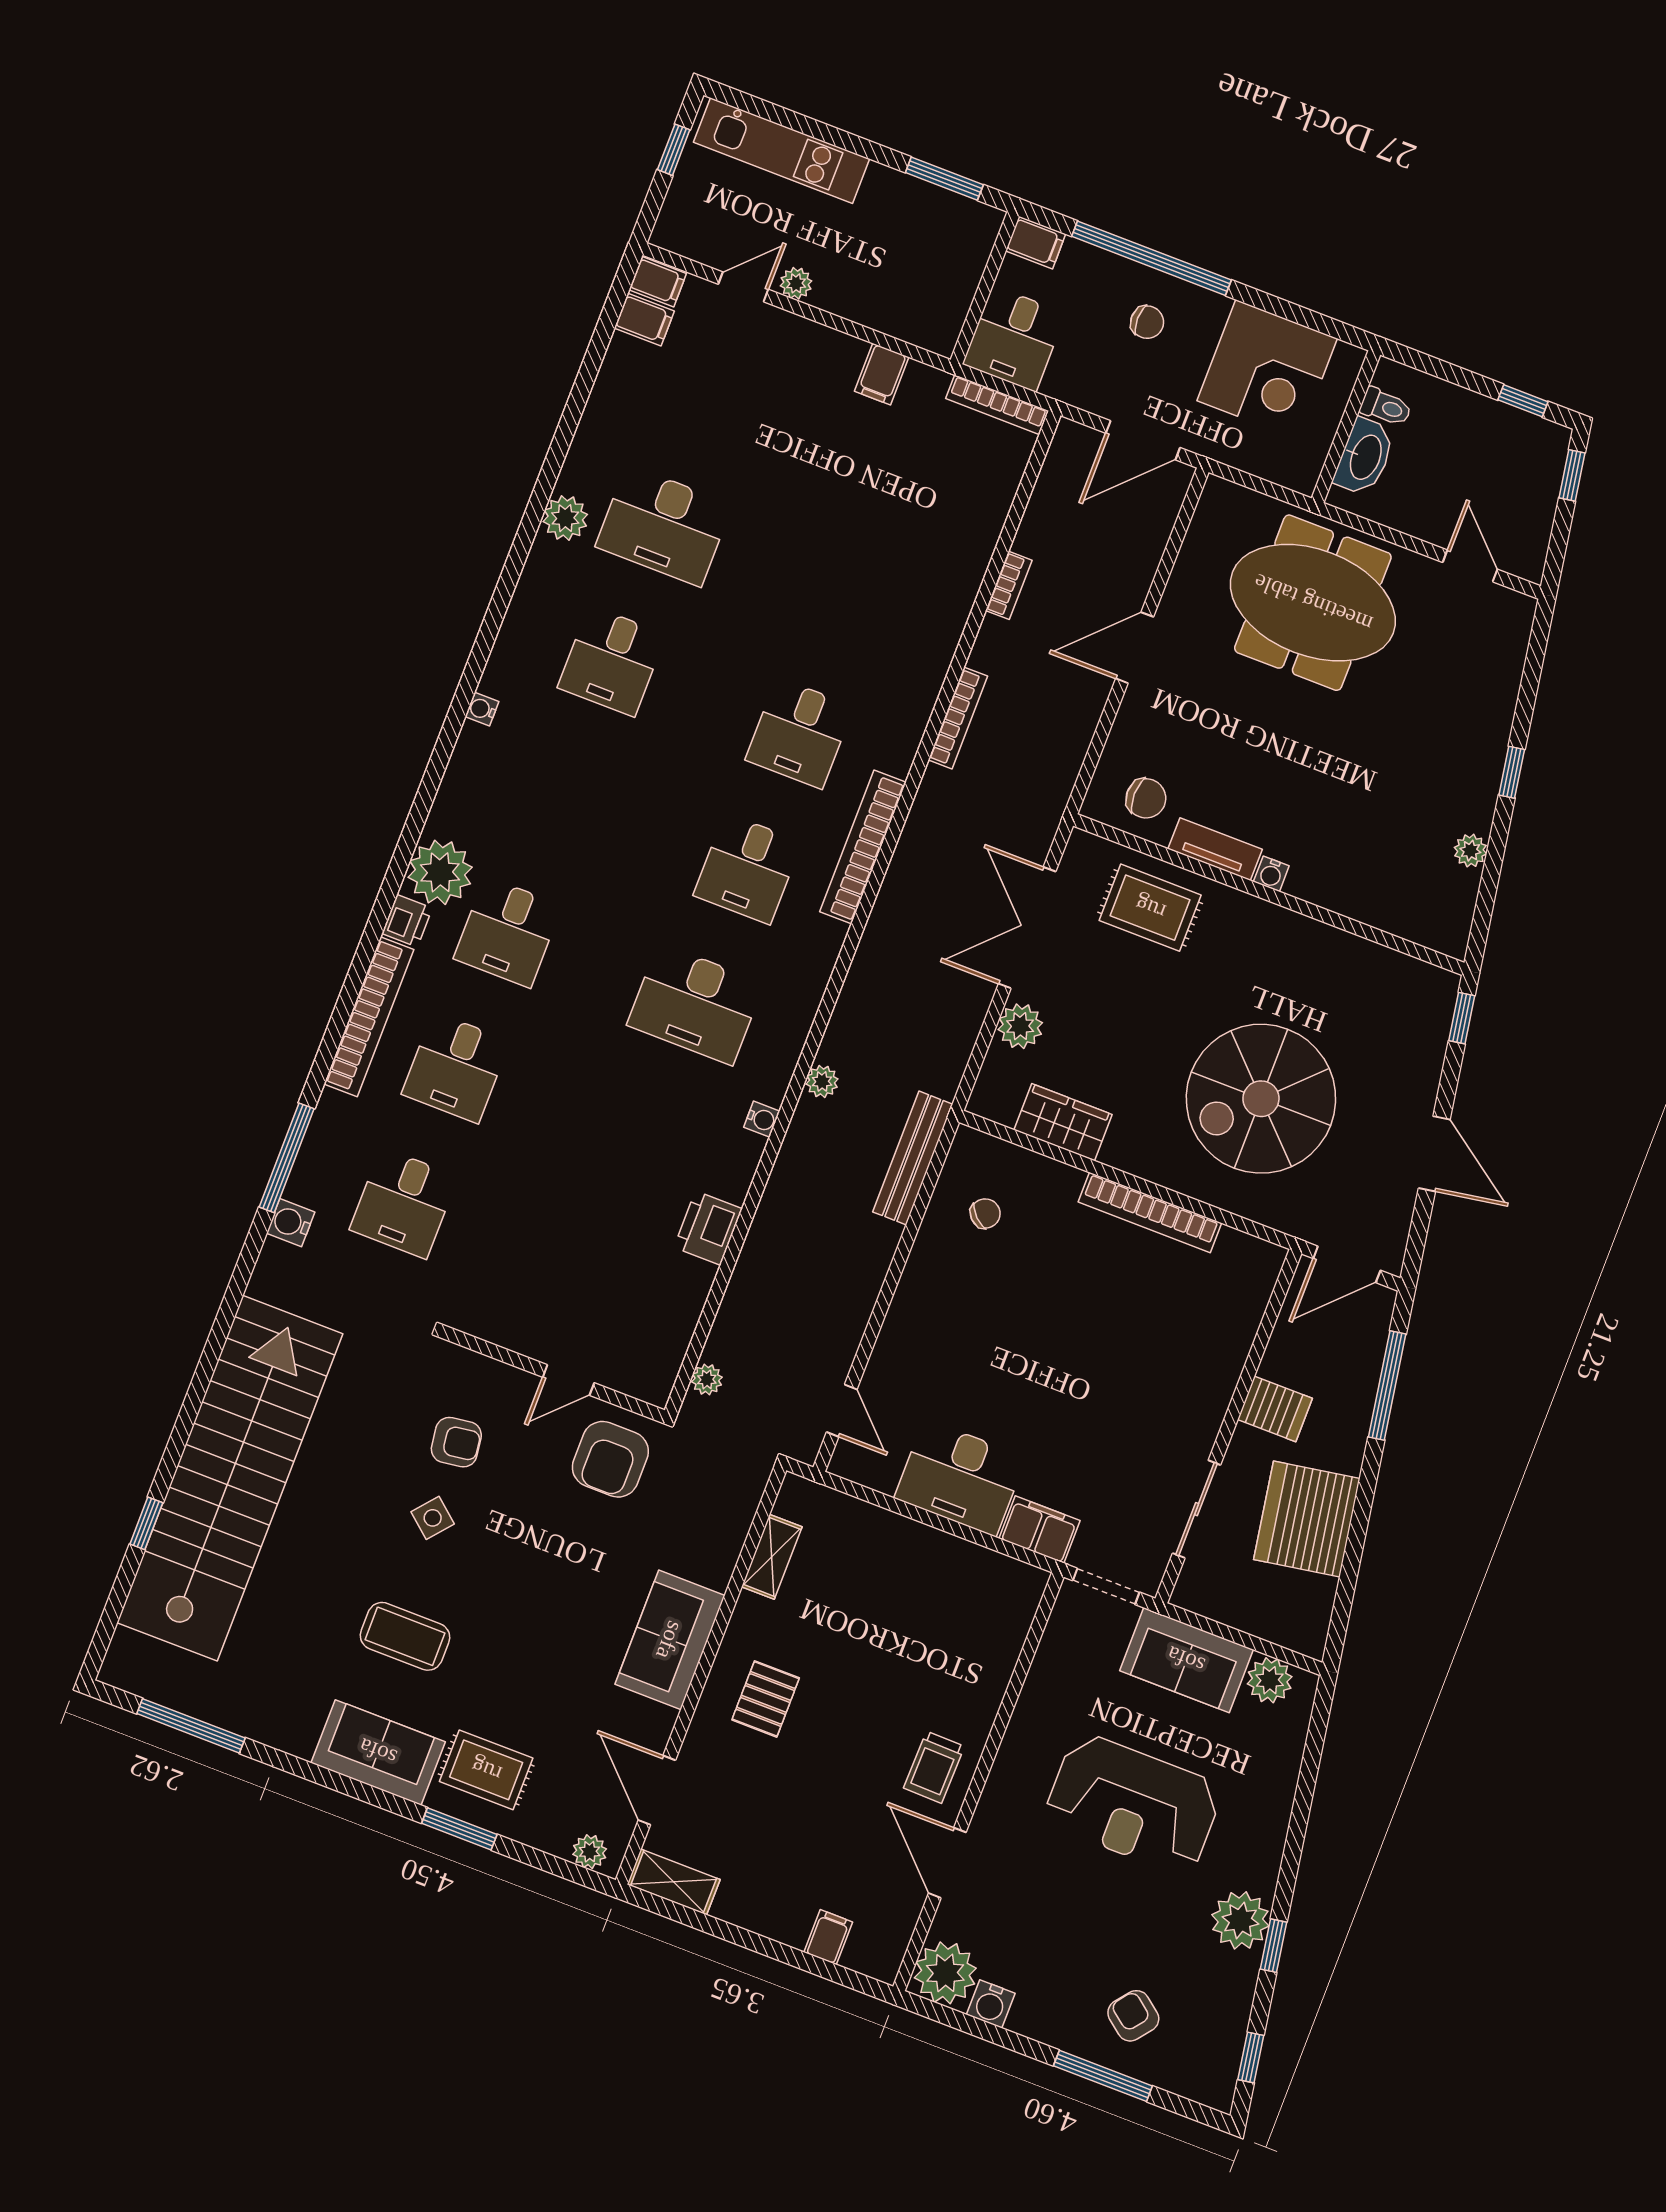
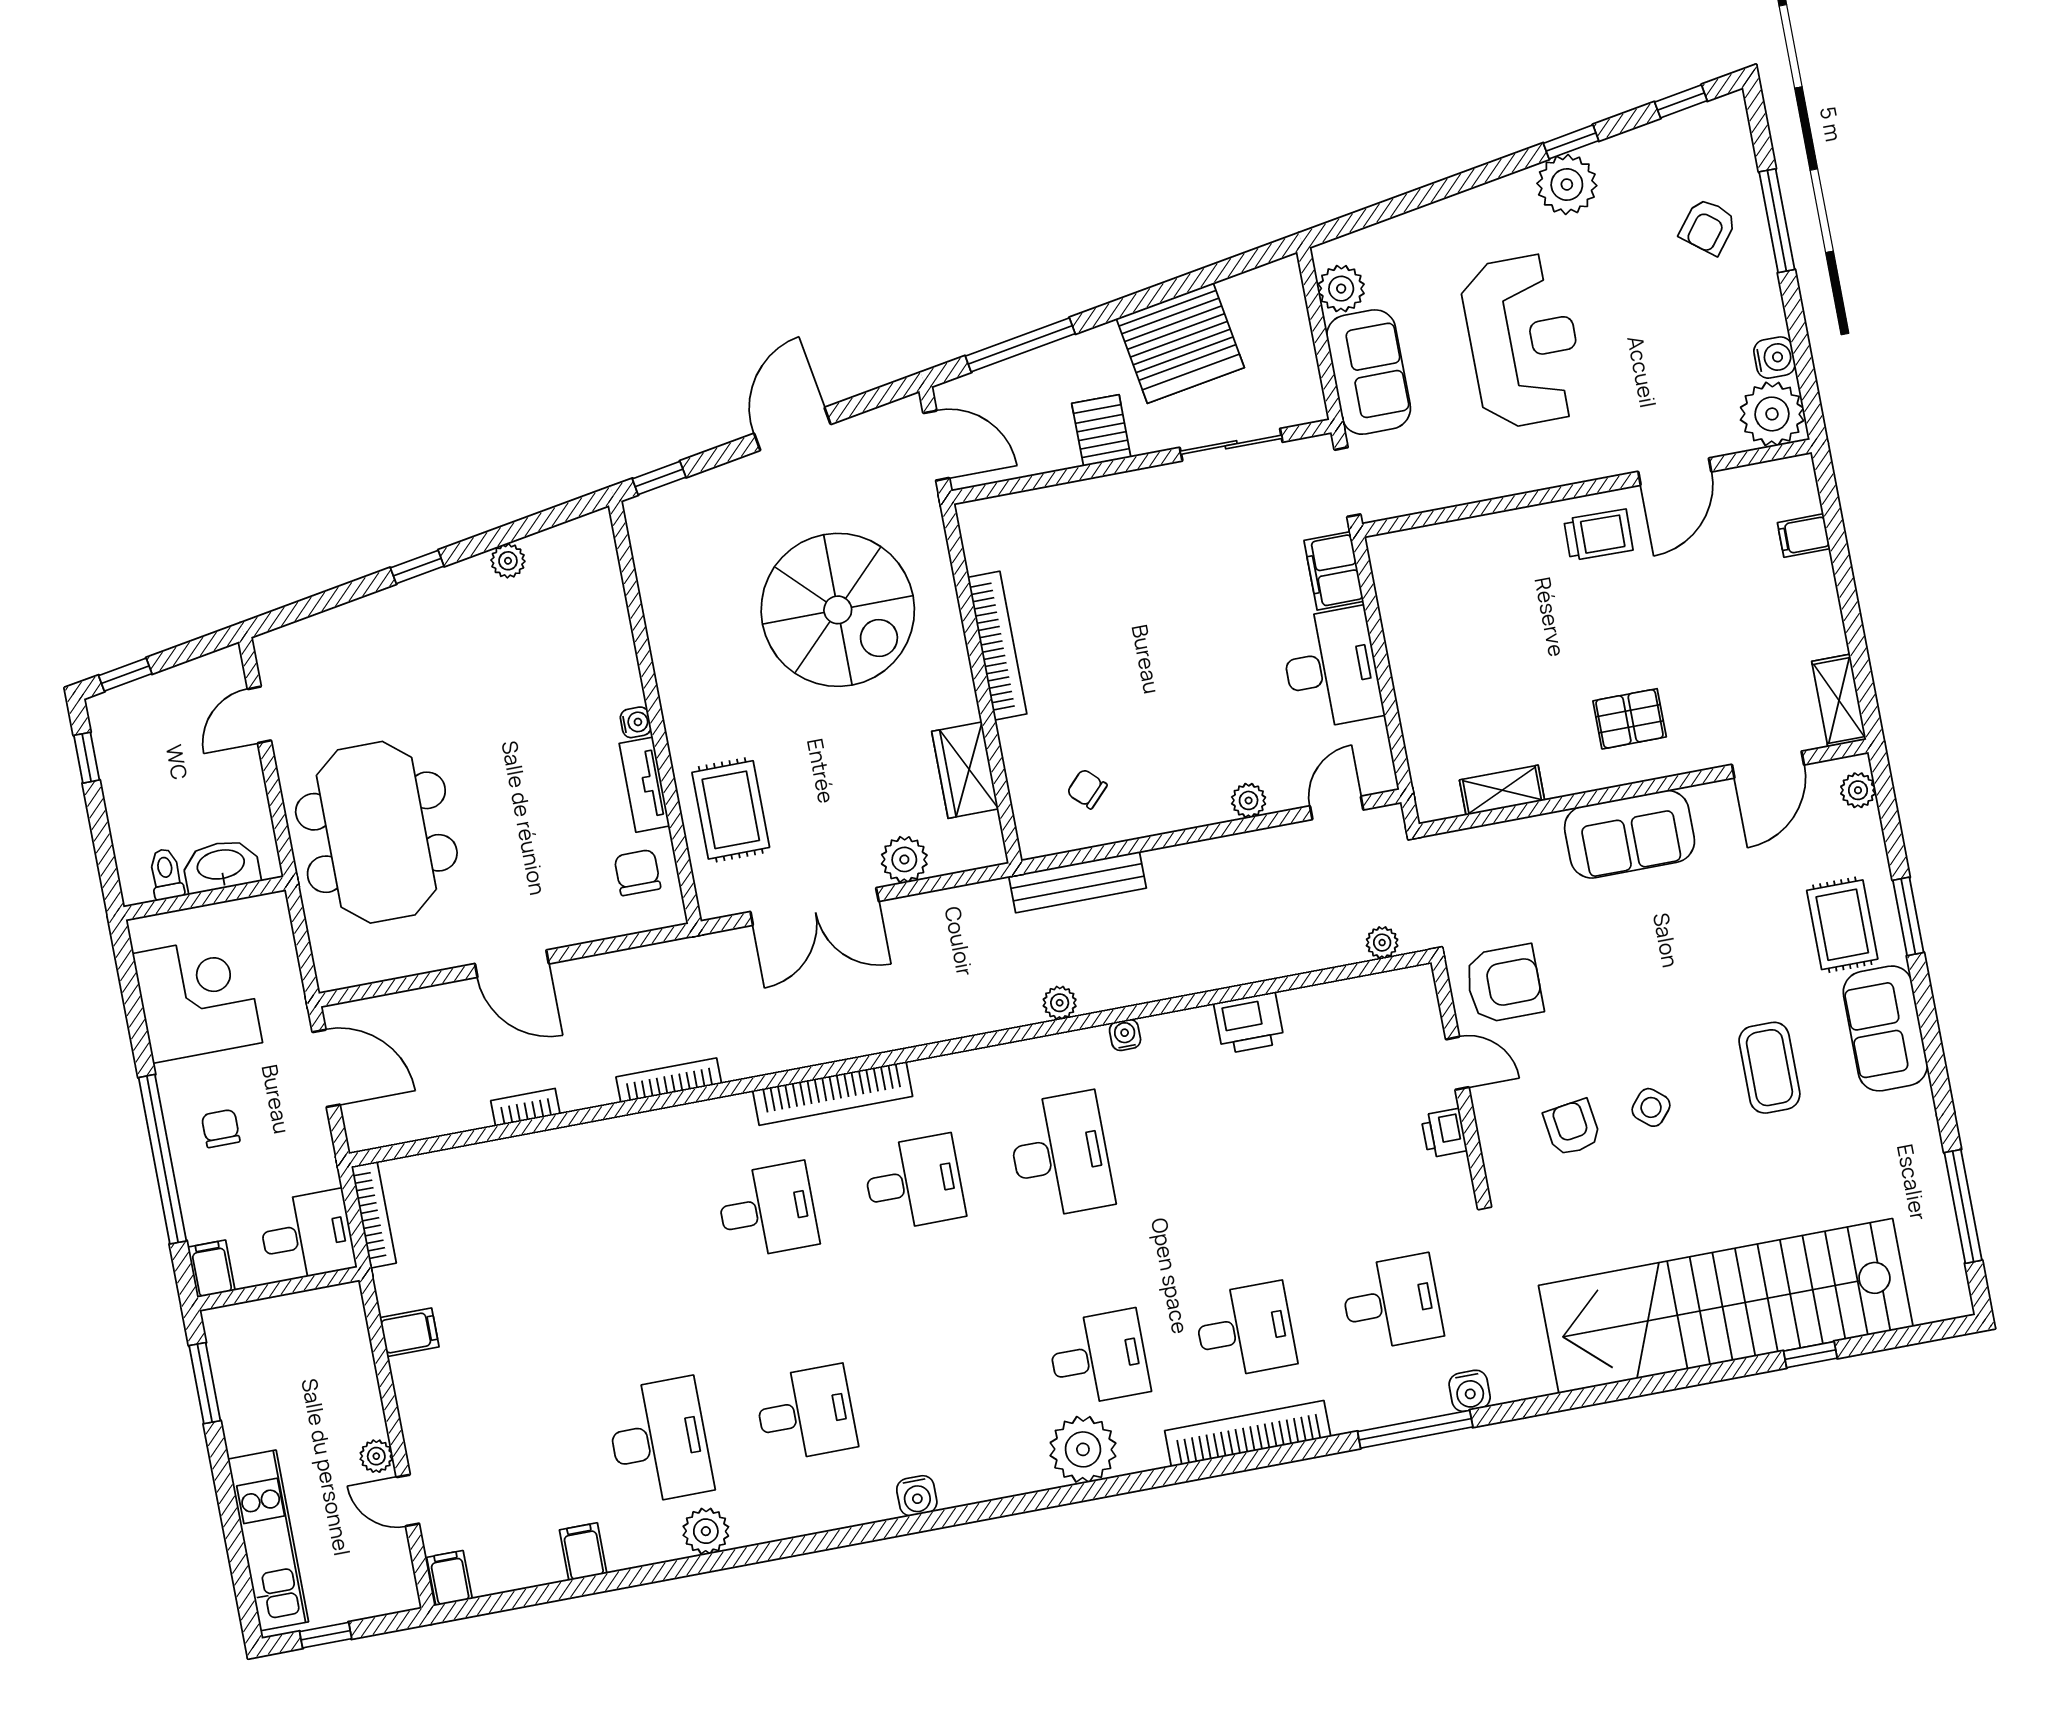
filing cabinet: (644, 319) -> (583, 1552), moved
water cooler: (482, 709) -> (917, 1496), width x1.38, depth x1.38
printer: (407, 921) -> (1444, 1133), moved, turned -90
plant: (893, 1342) -> (1249, 800), added

